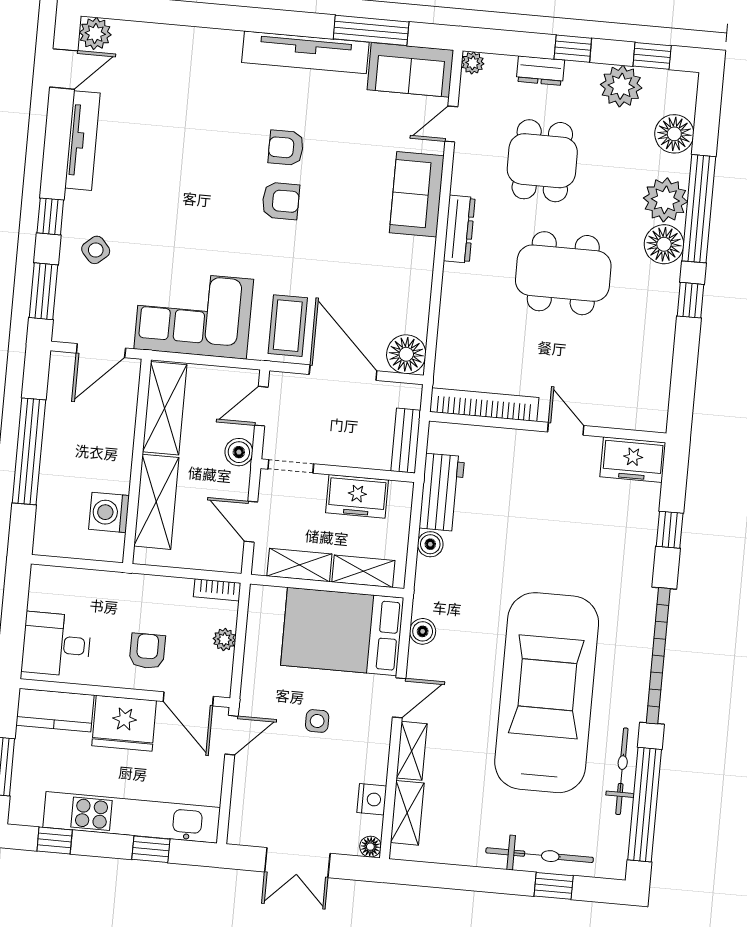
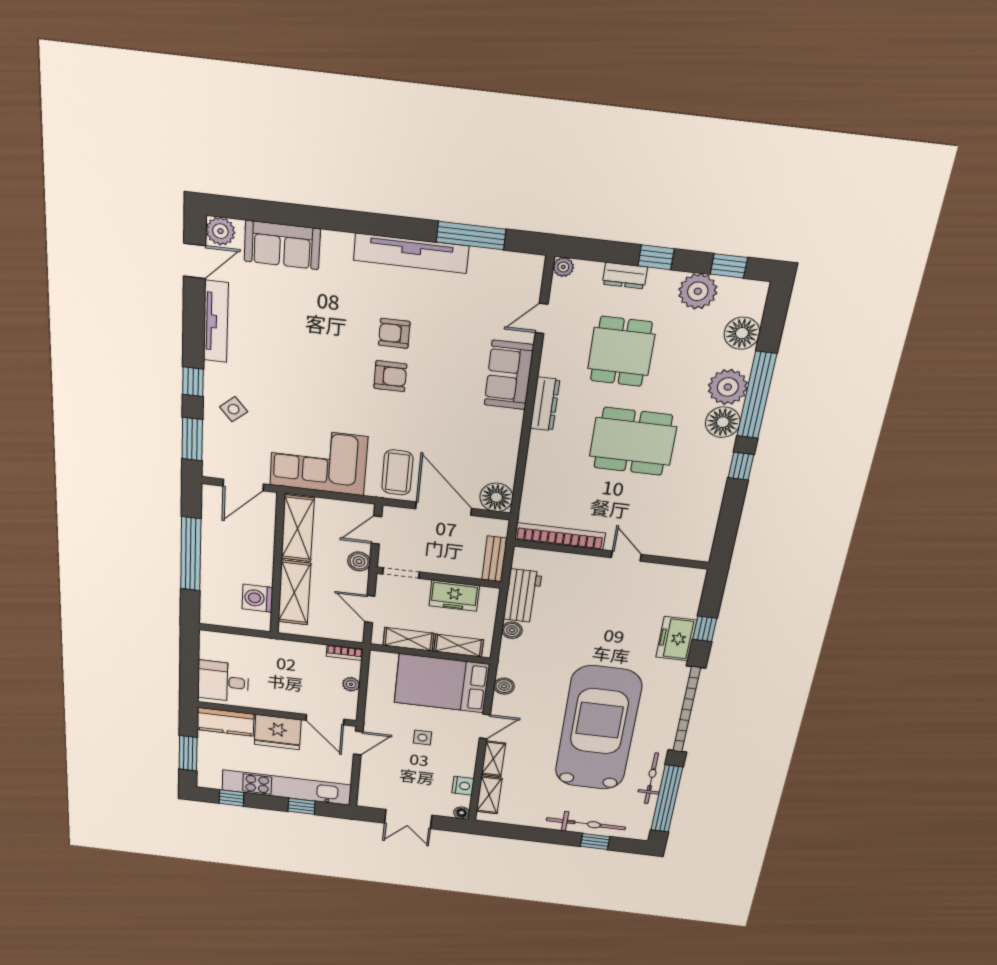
sofa: (410, 70) -> (282, 245), moved
freezer: (633, 460) -> (676, 639), moved, turned 90
armchair: (147, 651) -> (293, 689), removed

